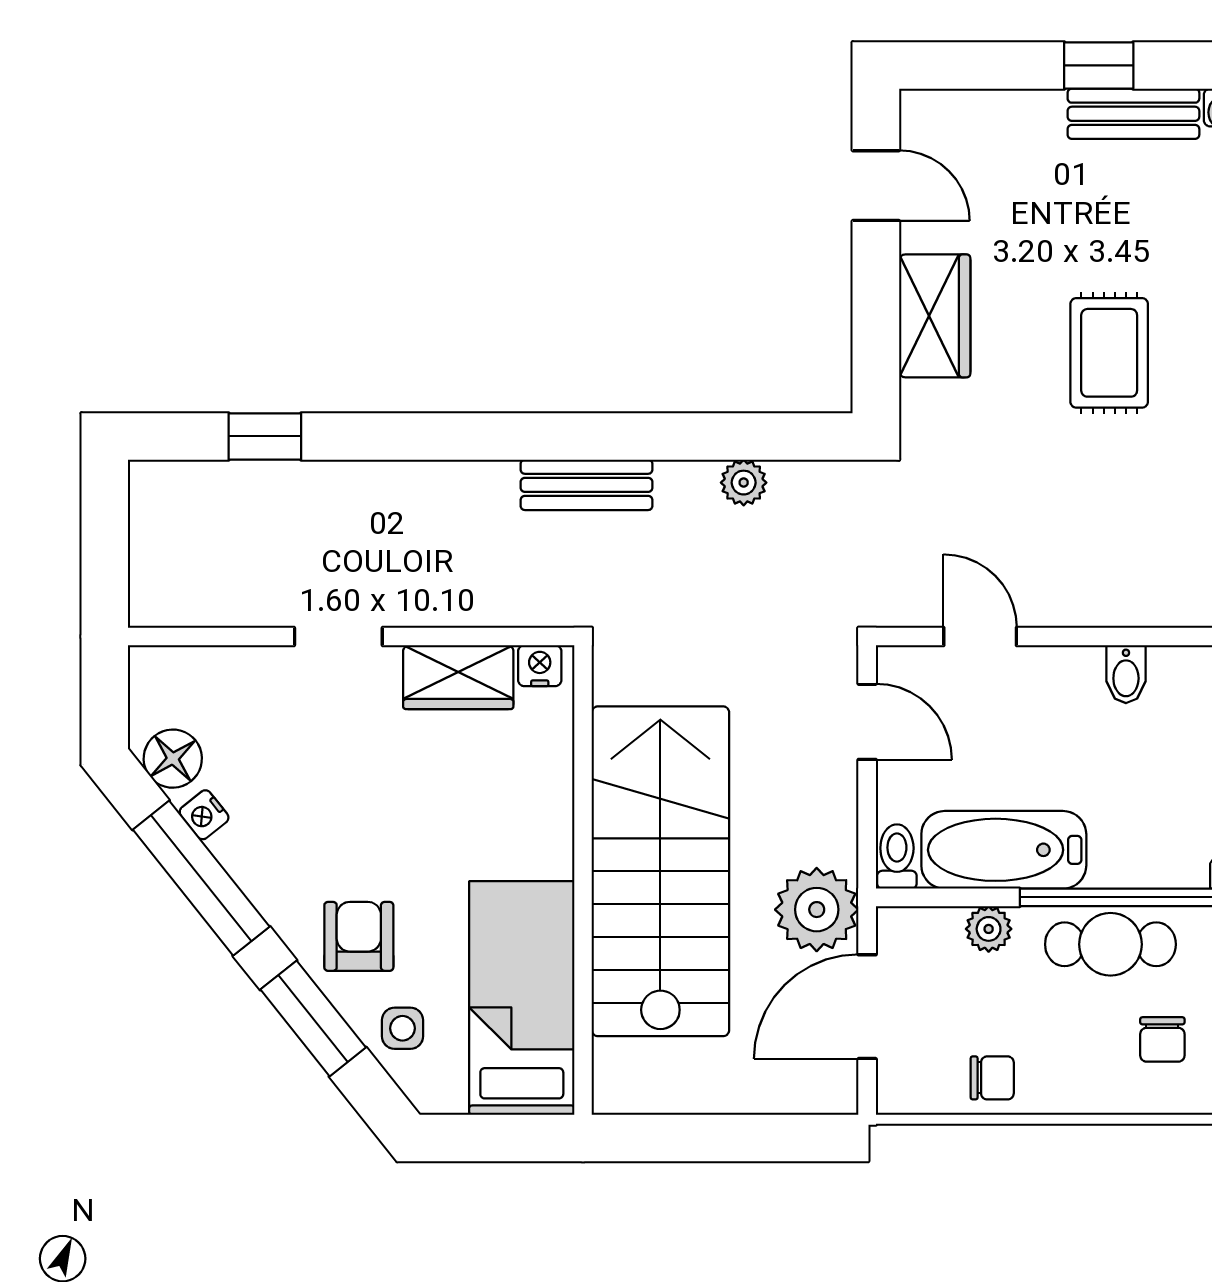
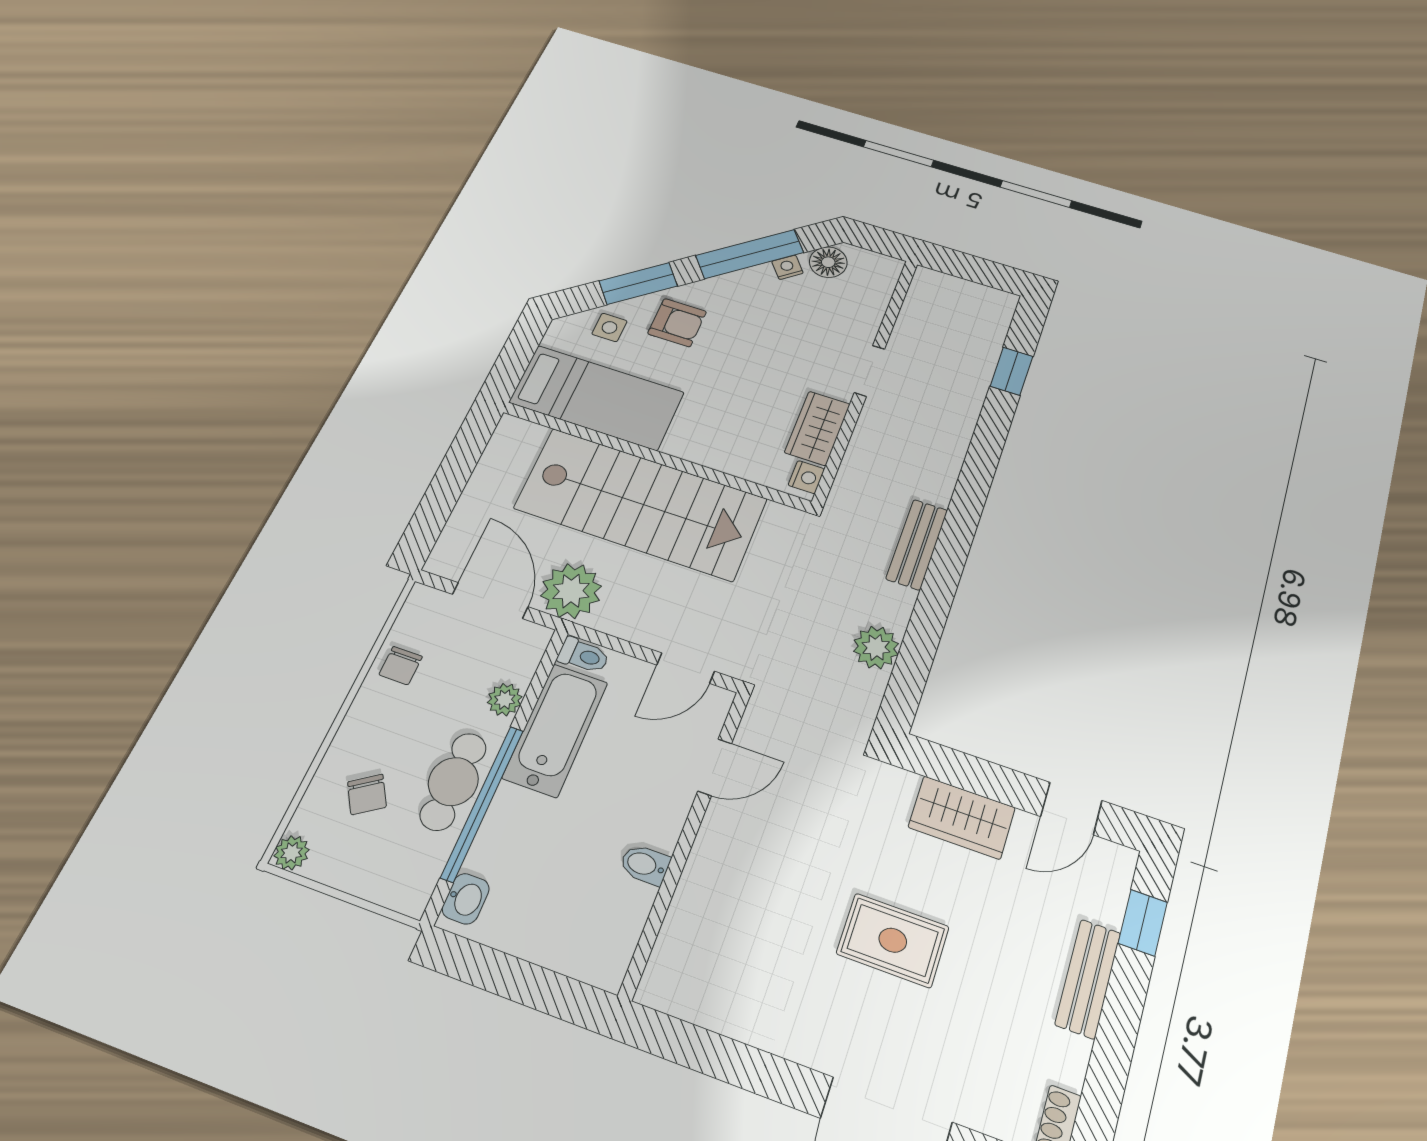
window: (1099, 65) -> (1143, 923), moved
bench: (1133, 114) -> (1088, 979), moved
plant: (744, 483) -> (876, 647), width x1.38, depth x1.38
chair: (1162, 1039) -> (367, 794), turned -123

